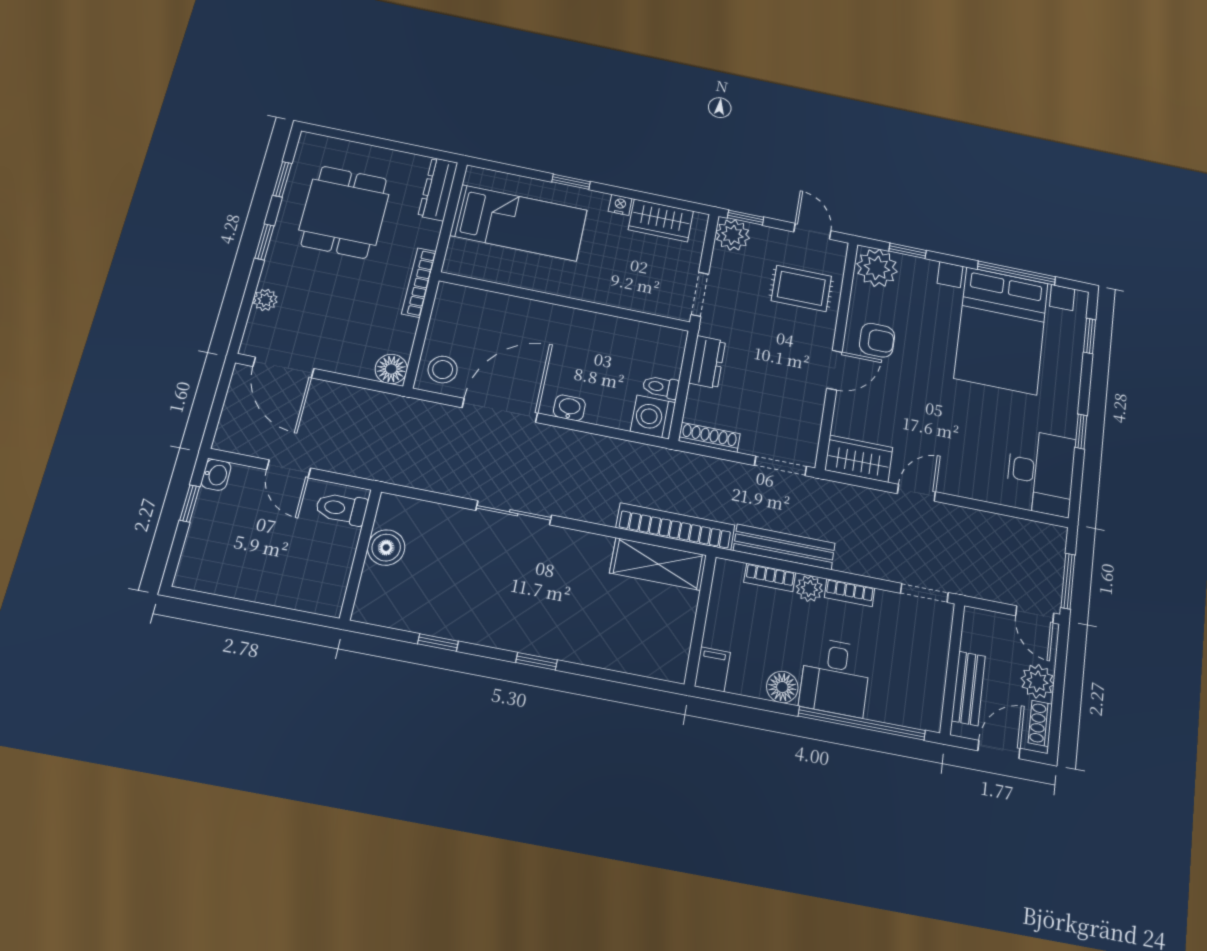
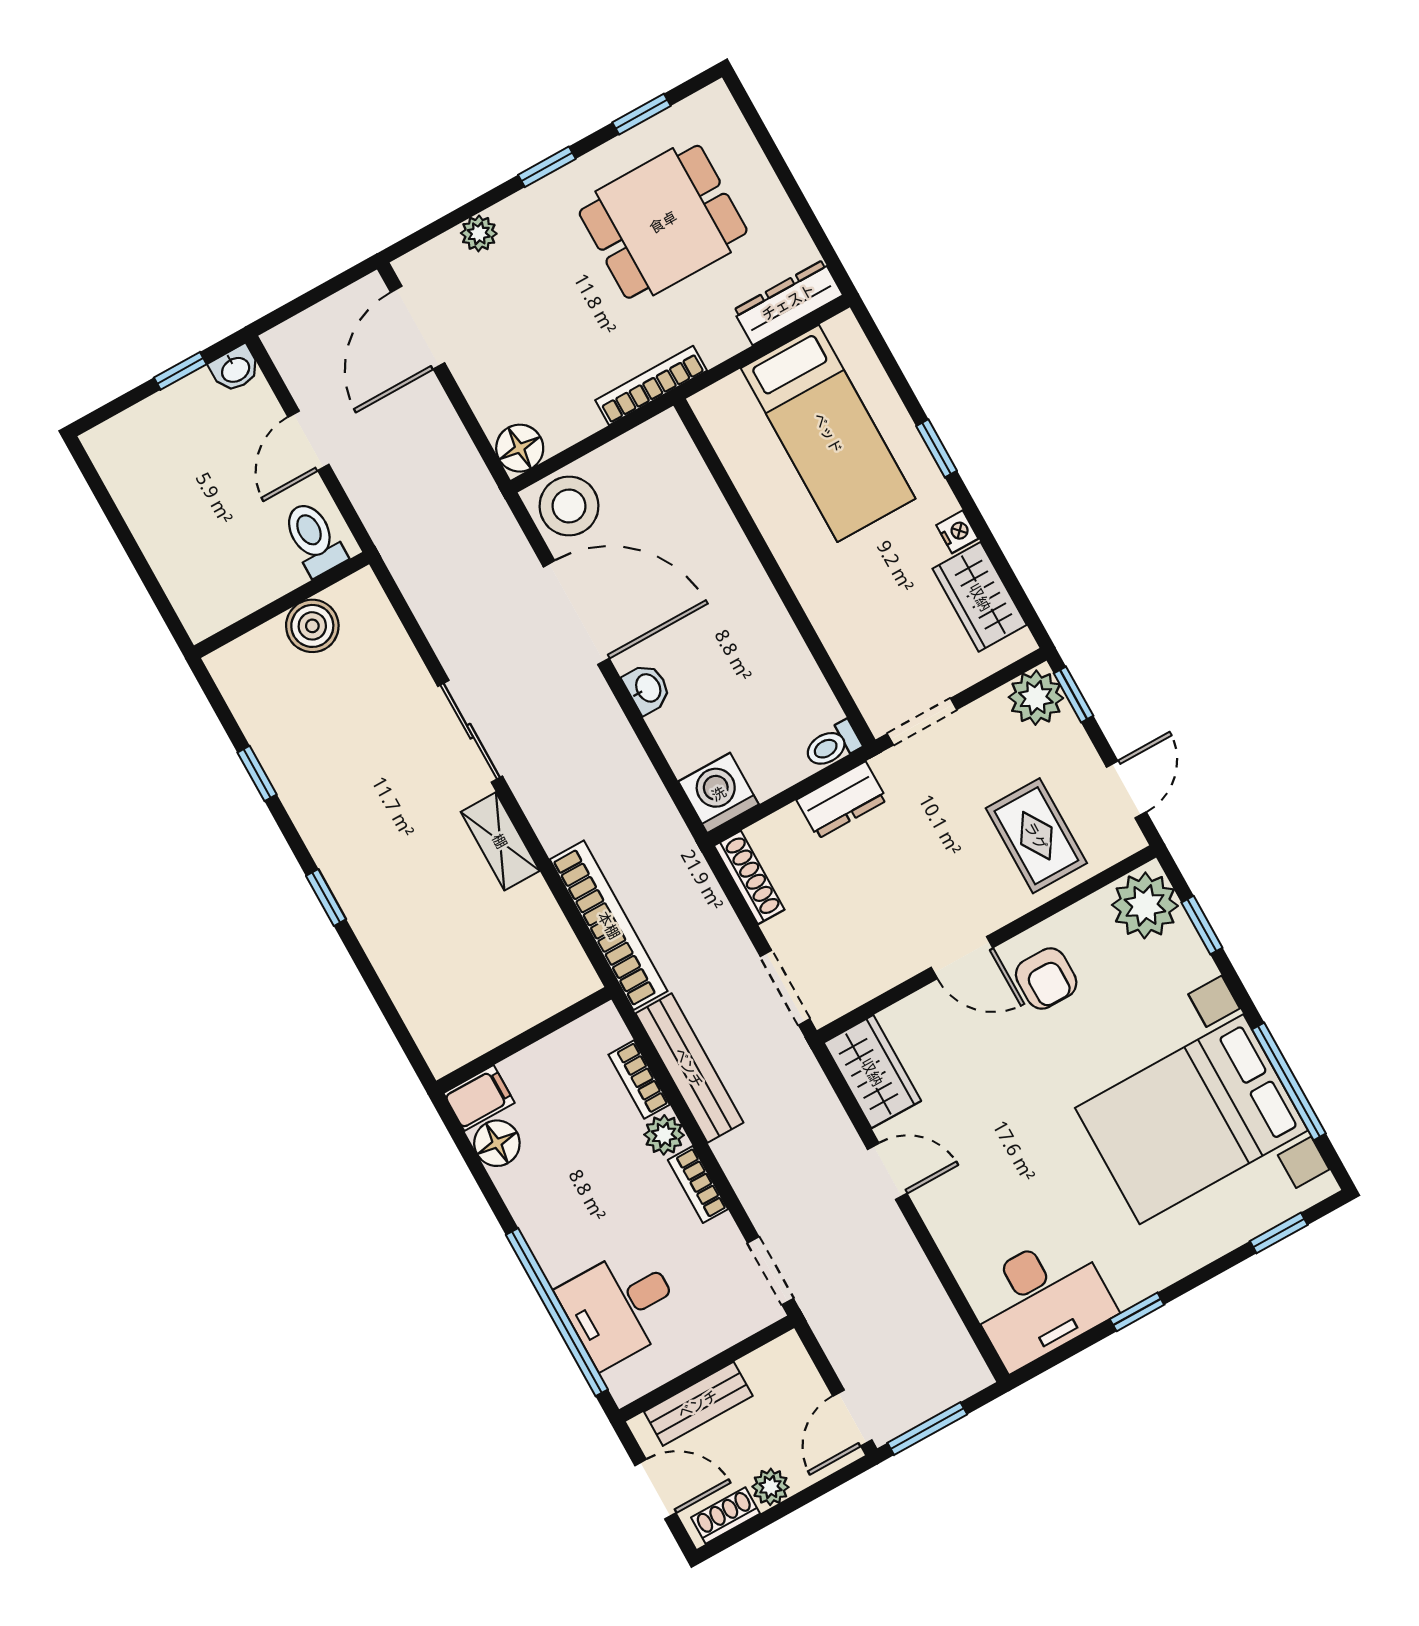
stool: (443, 370) -> (569, 506), width x1.38, depth x1.38
toilet: (661, 387) -> (832, 745), moved, turned -90
shelving: (658, 564) -> (500, 841), moved, width x0.67, depth x0.75
desk: (835, 677) -> (621, 1307), moved
plant: (1037, 681) -> (770, 1487), width x0.73, depth x0.73
floor lamp: (782, 687) -> (497, 1143), moved

